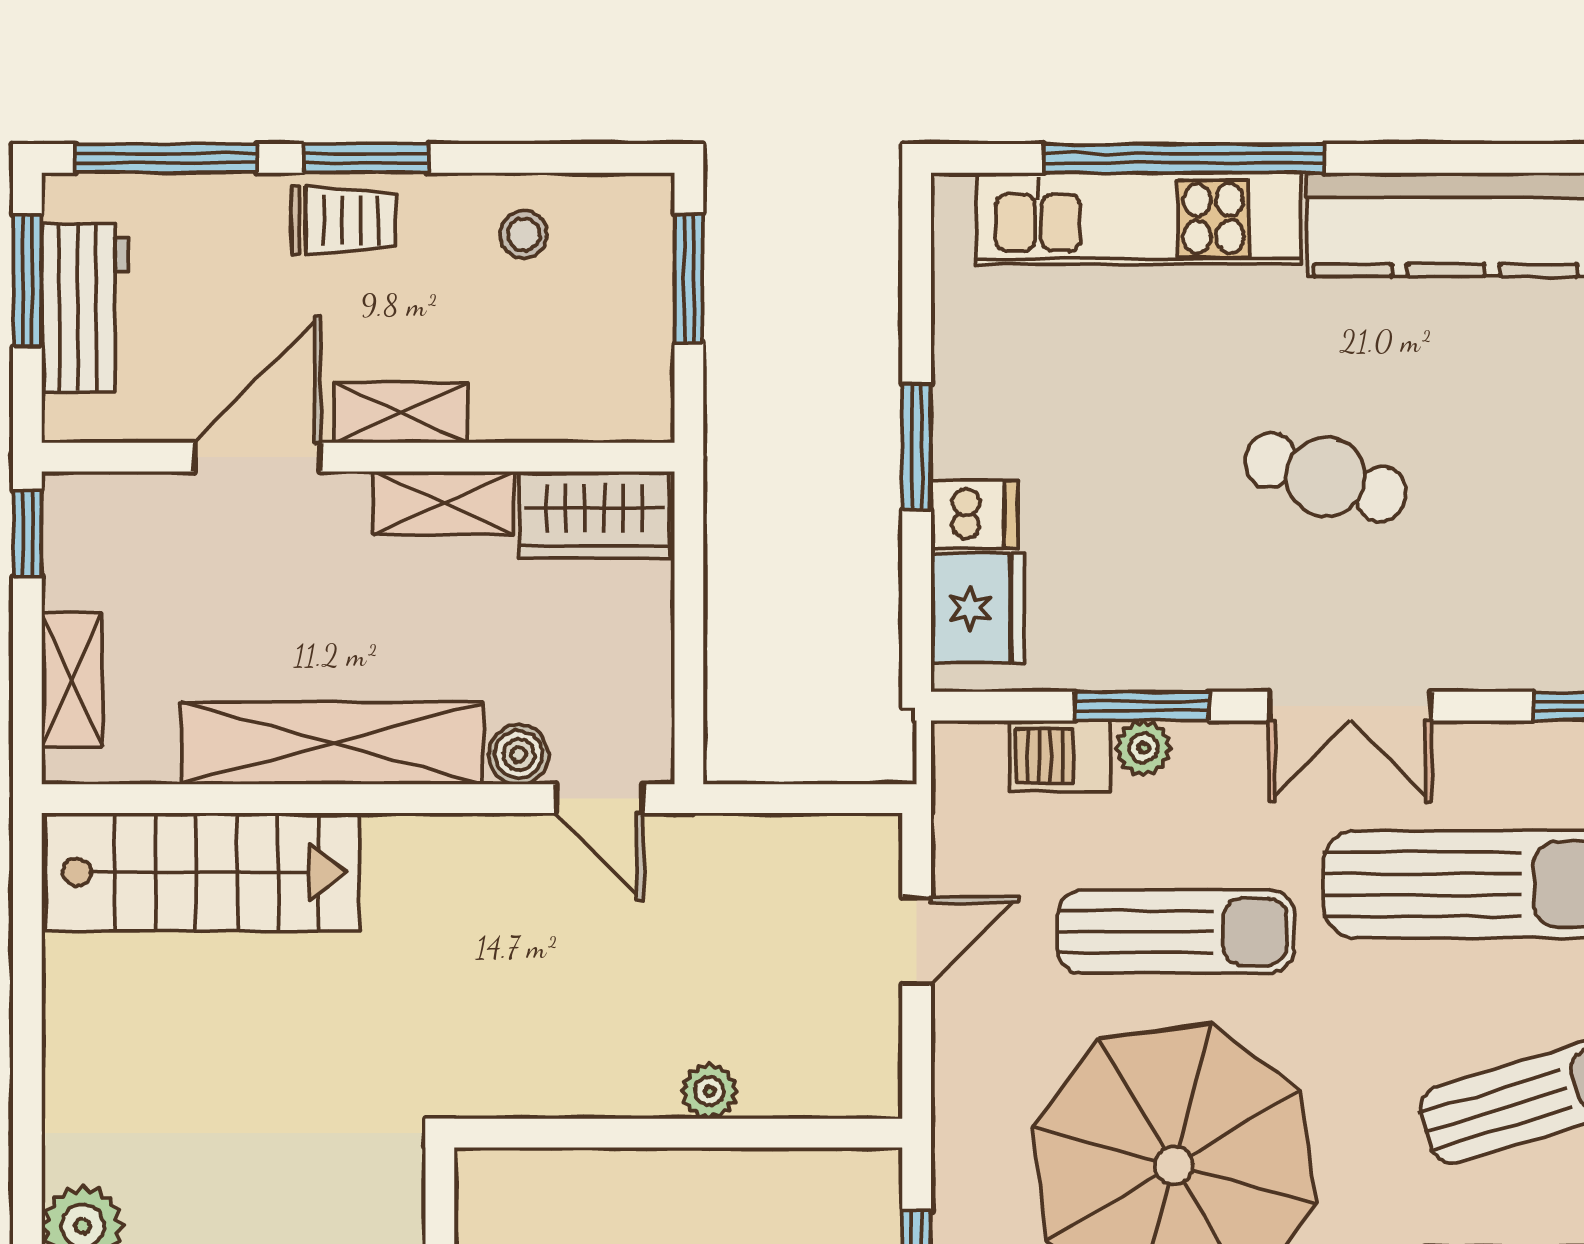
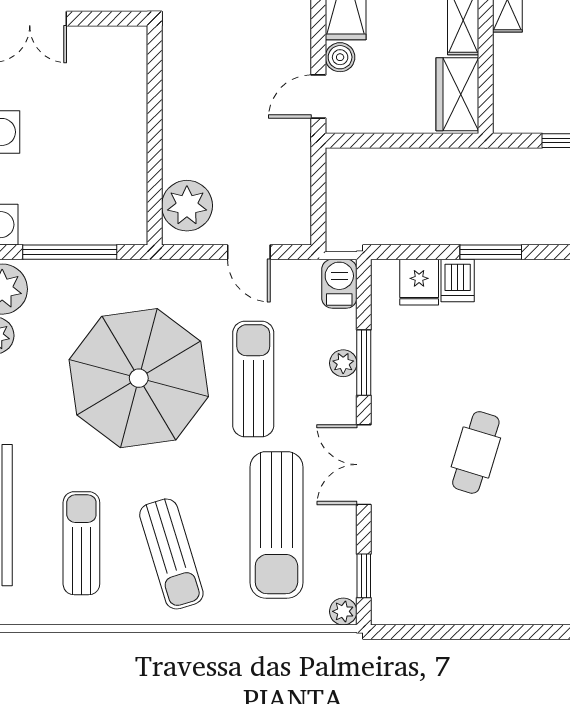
fridge: (978, 608) -> (419, 282), width x0.72
barbecue: (1060, 756) -> (339, 284), moved
sun lounger: (1176, 932) -> (253, 379), turned 180
plant: (709, 1091) -> (187, 206), moved, width x1.87, depth x1.87

